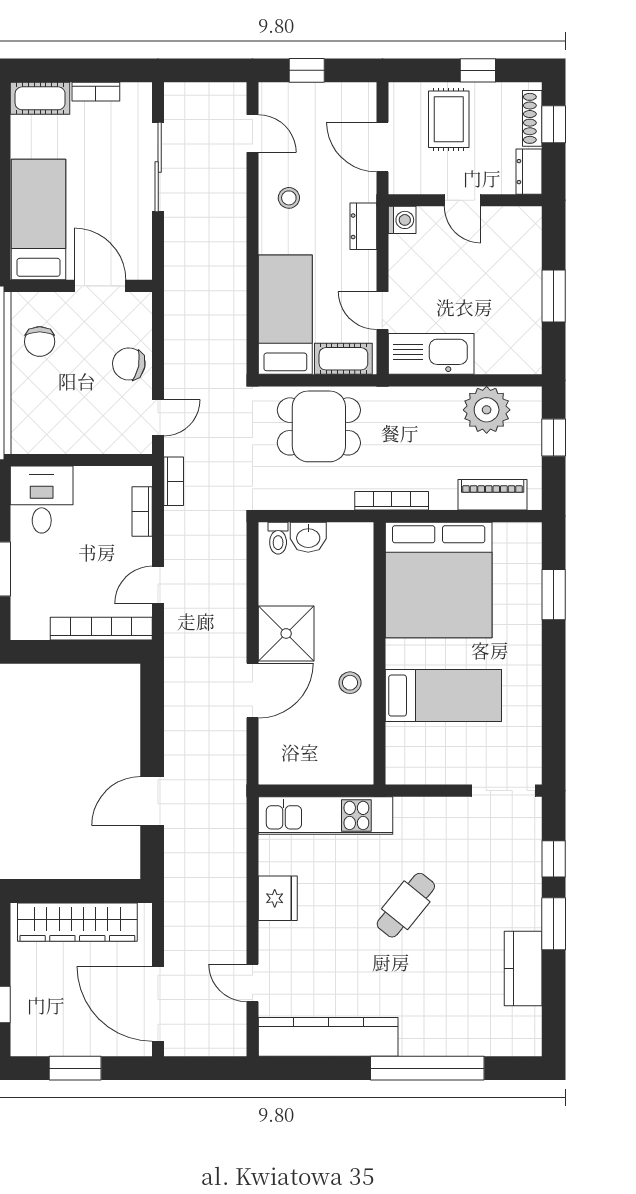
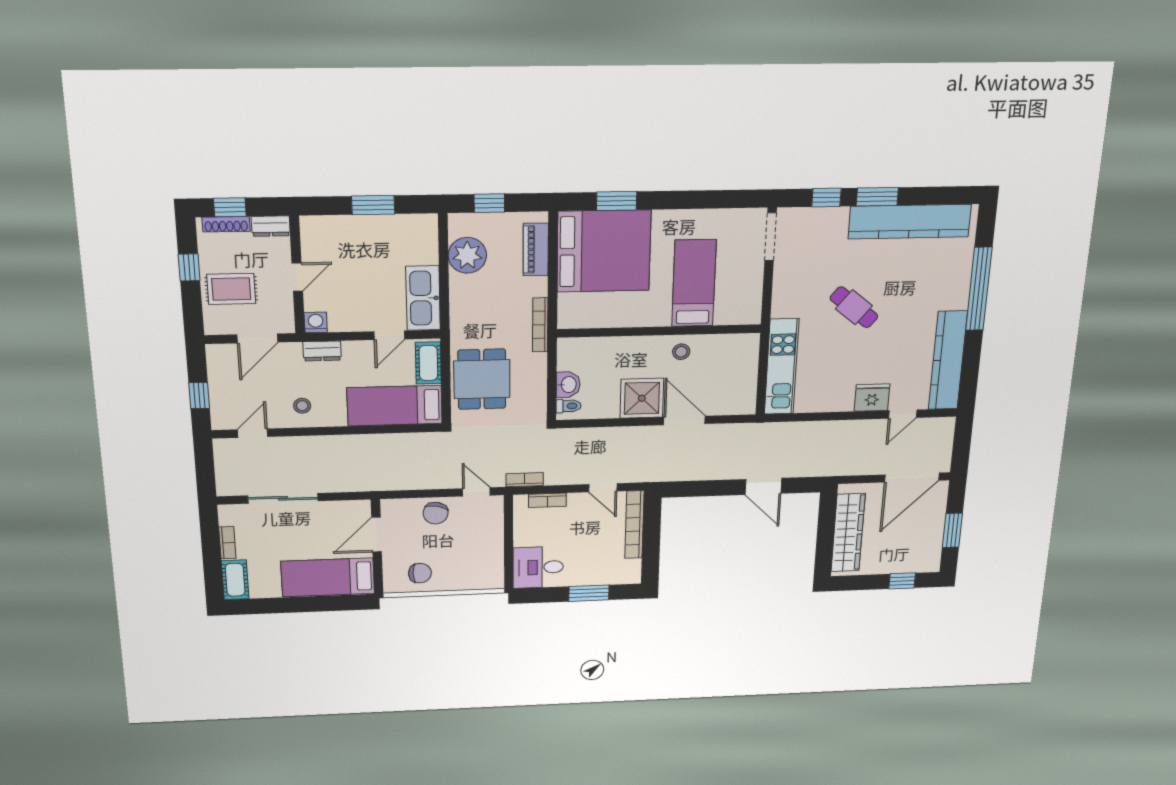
bed: (439, 580) -> (604, 251), moved
fridge: (278, 898) -> (872, 398), moved
kitchen counter: (523, 968) -> (910, 222), width x2.08, depth x1.17

